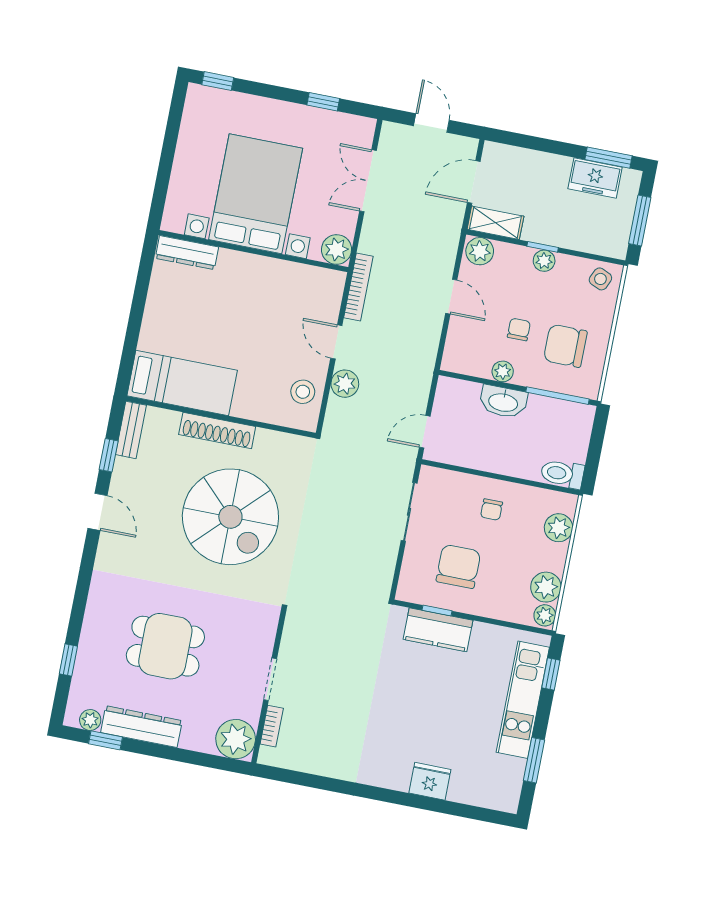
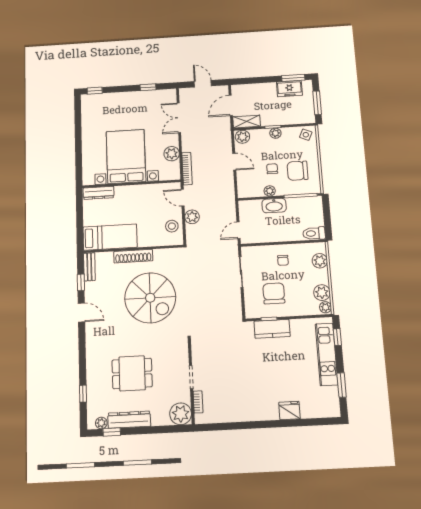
bed with nightstands: (256, 194) -> (126, 156), moved
wall: (253, 251) -> (131, 184), moved
dresser: (187, 253) -> (98, 193), moved

